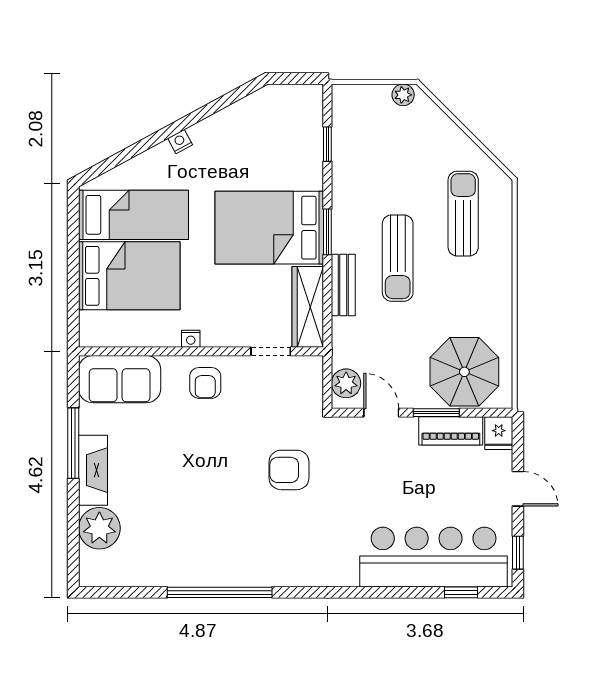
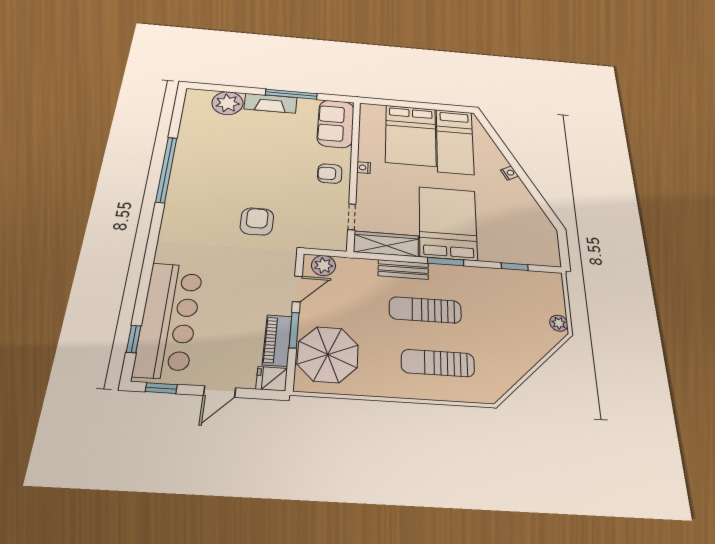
sun lounger: (463, 214) -> (438, 363), moved, turned 180

